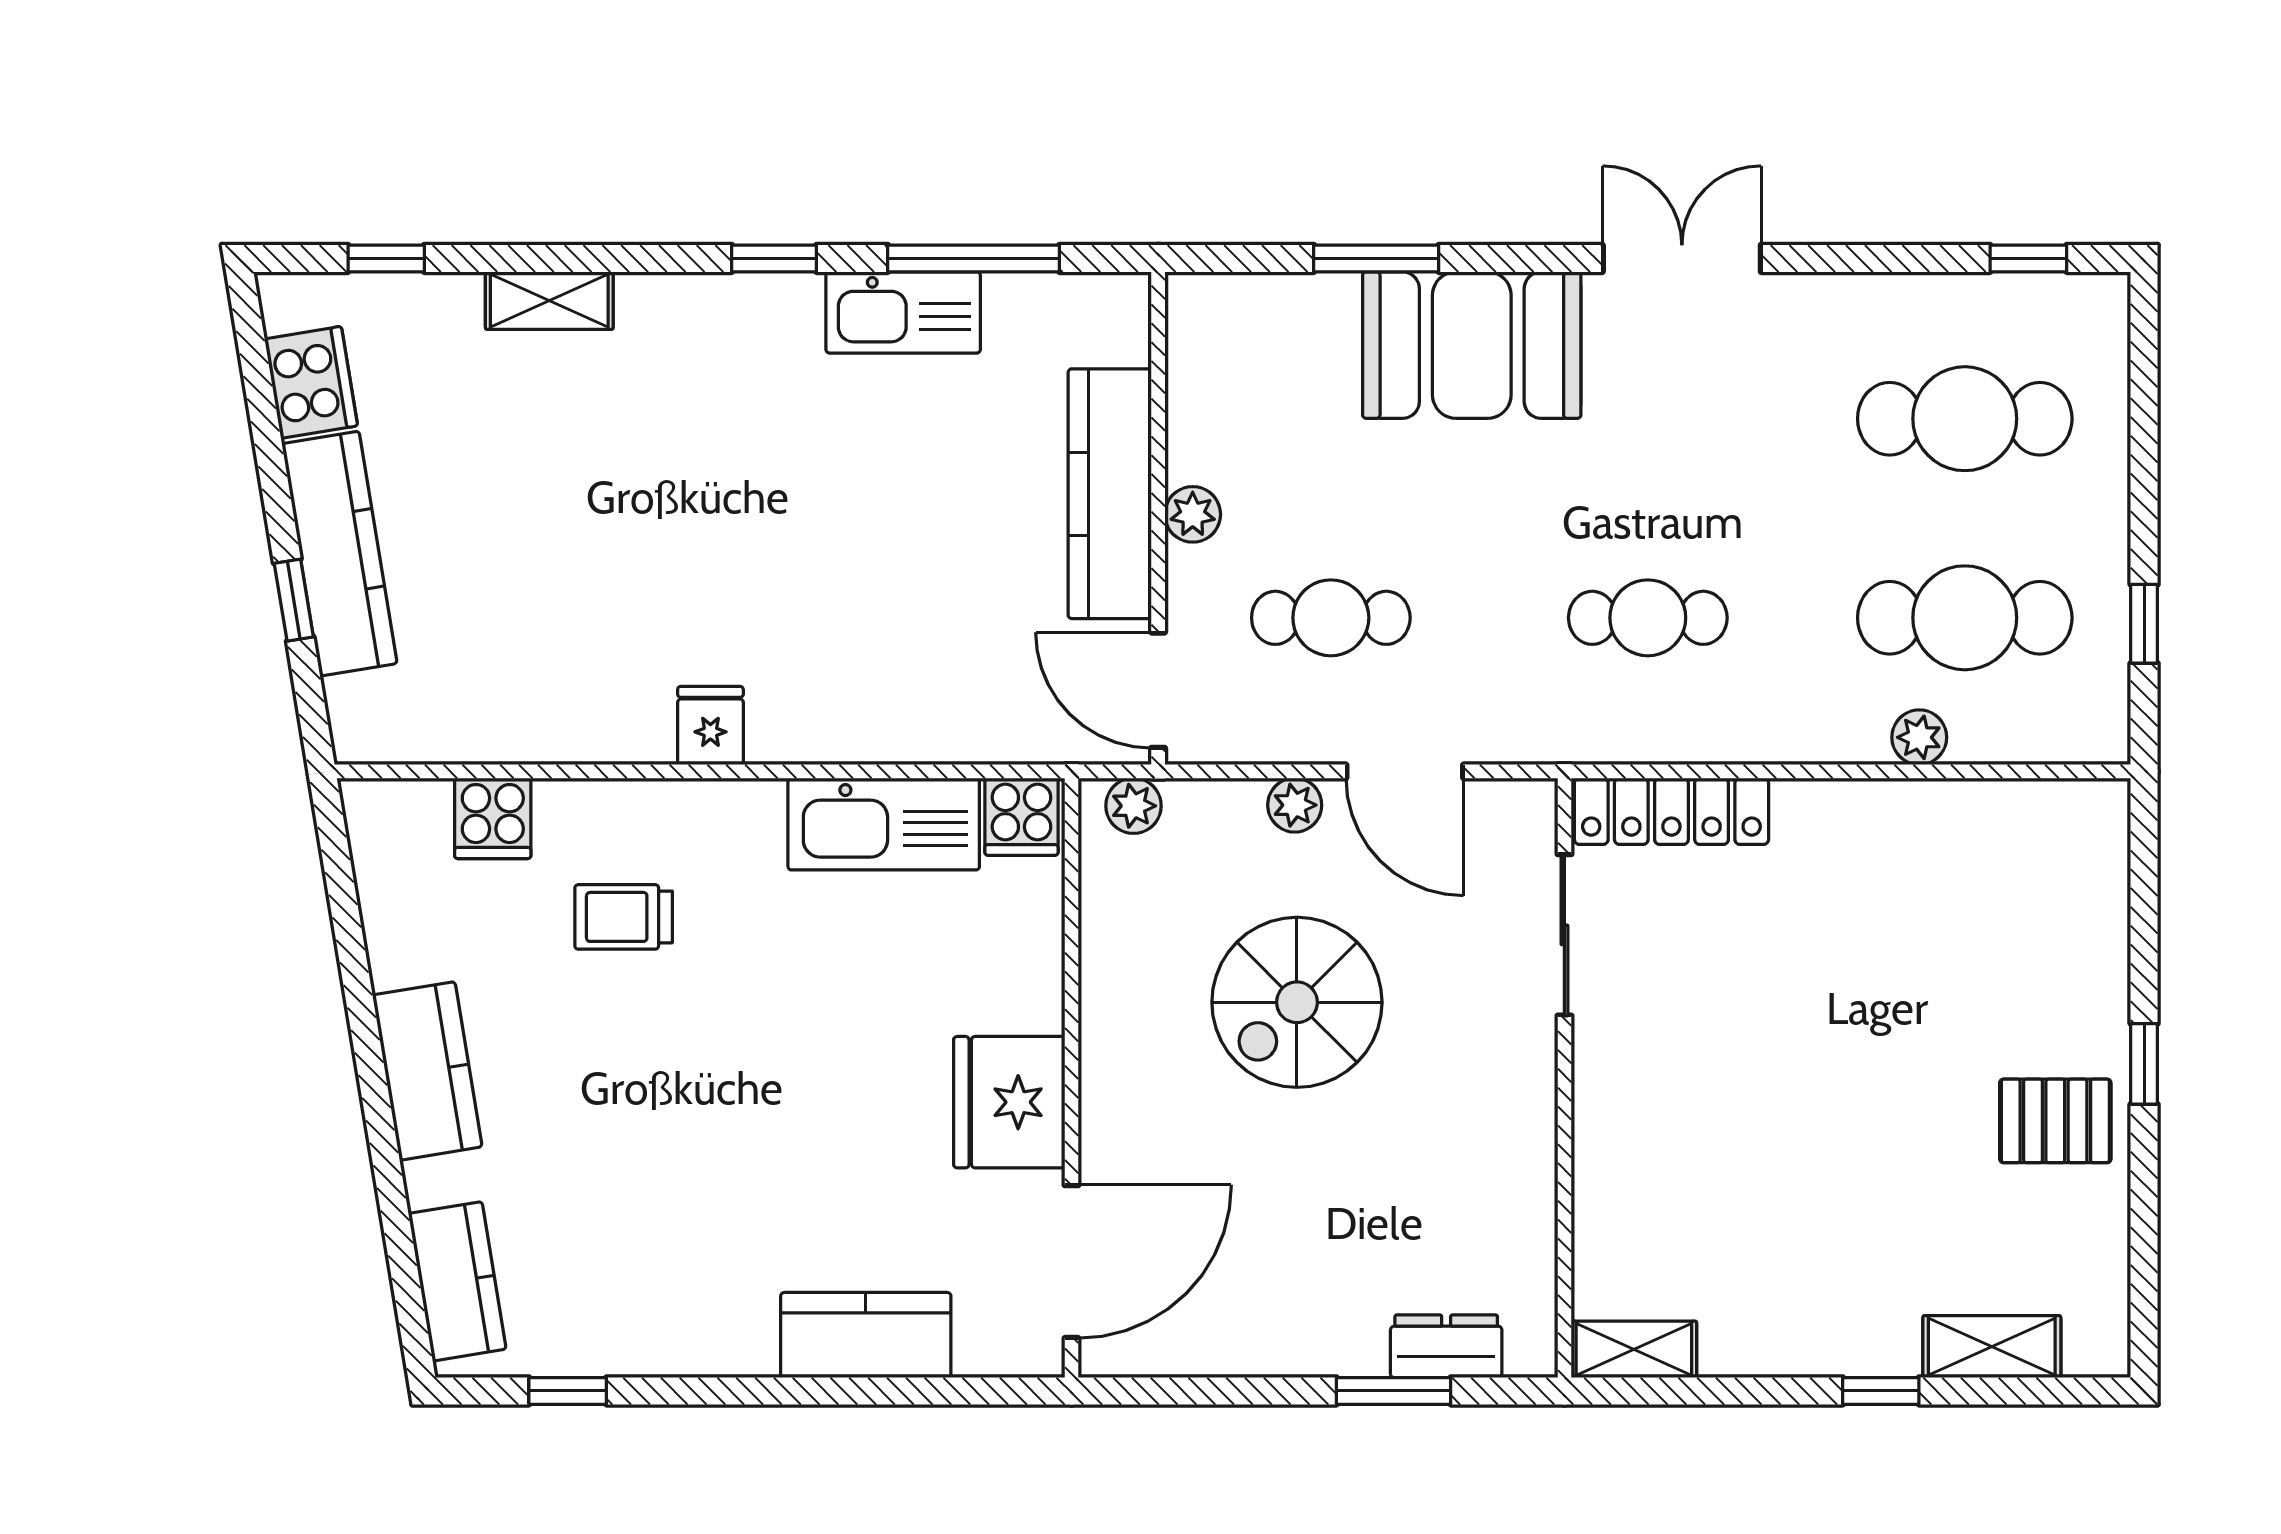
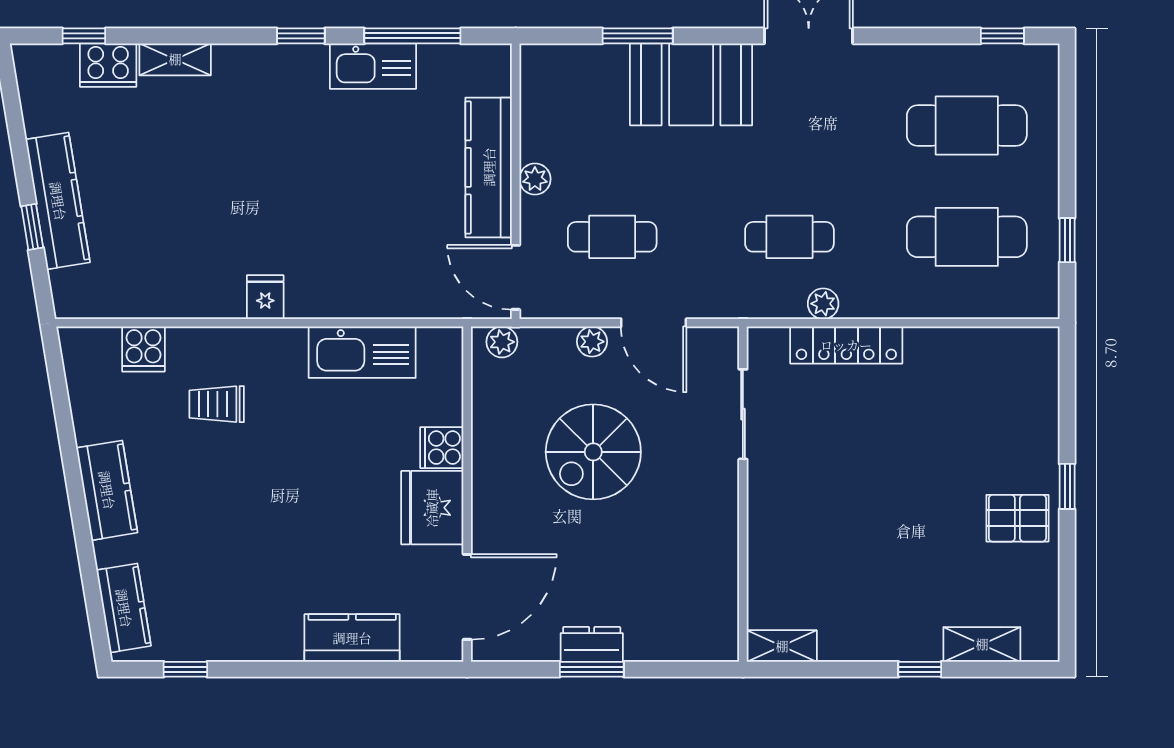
cooker: (311, 382) -> (108, 65), moved, turned 99
plant: (1919, 737) -> (823, 304), moved
locker: (1671, 811) -> (846, 345), moved
cooker: (1021, 817) -> (442, 448), moved, turned 90
dresser: (1446, 1346) -> (592, 644), moved
window: (1394, 1391) -> (592, 669), moved

